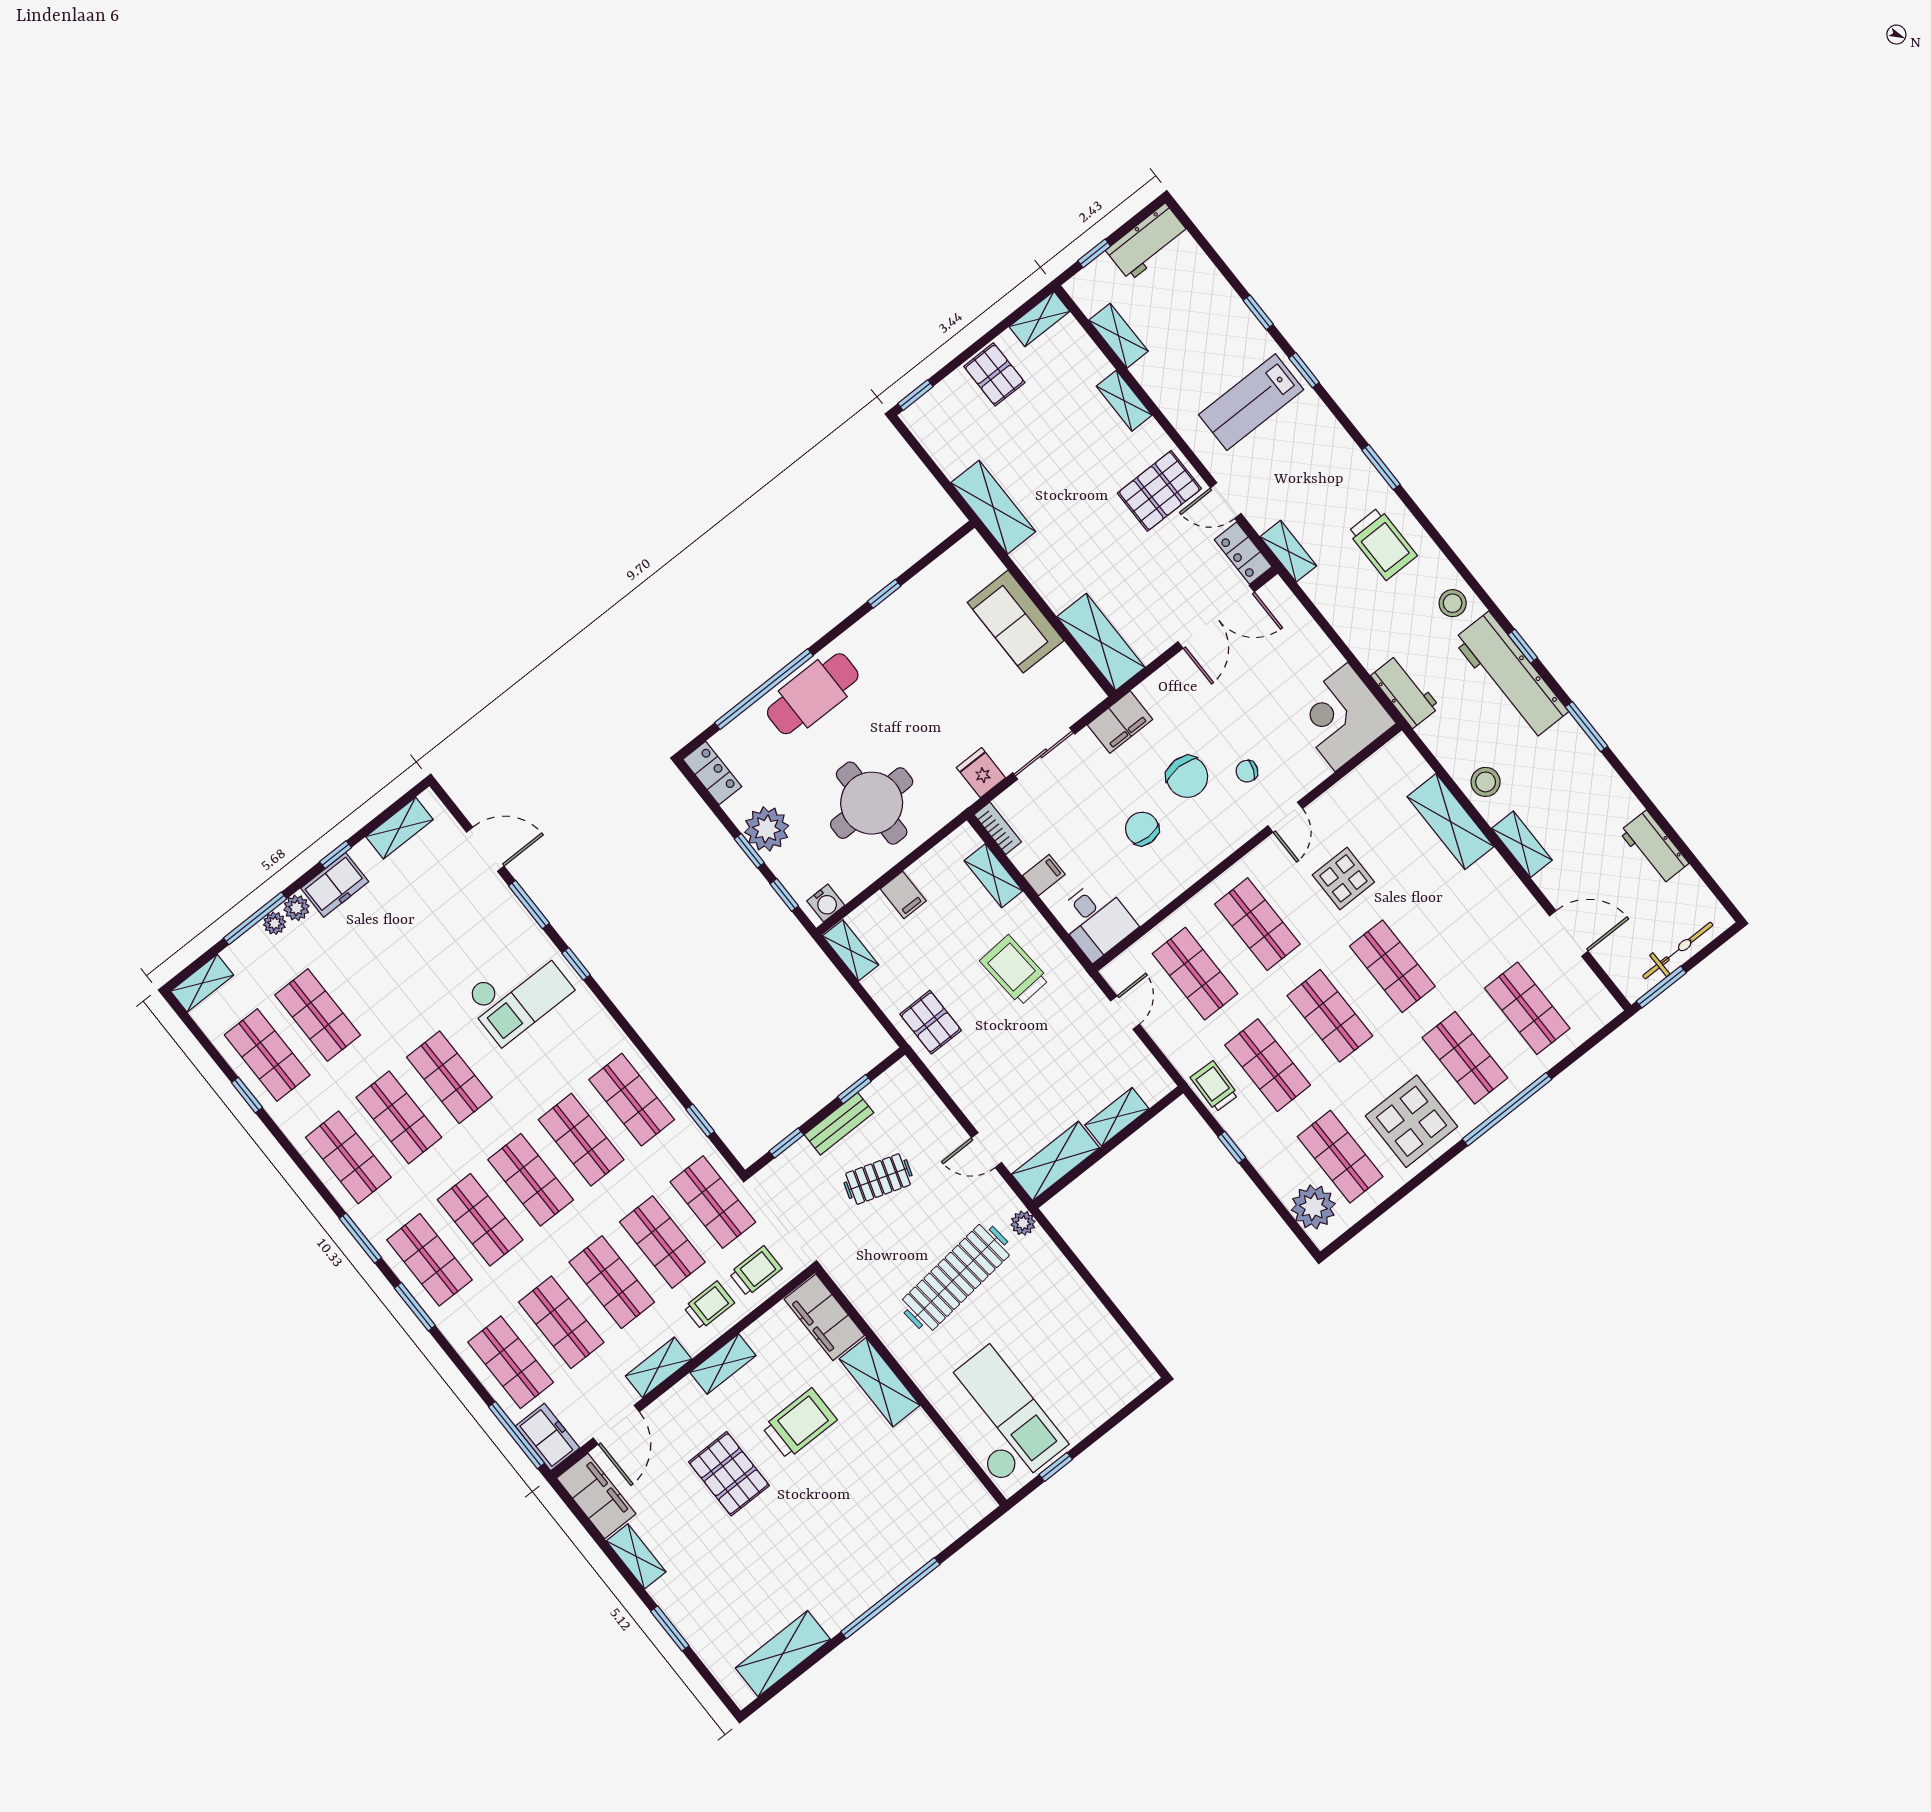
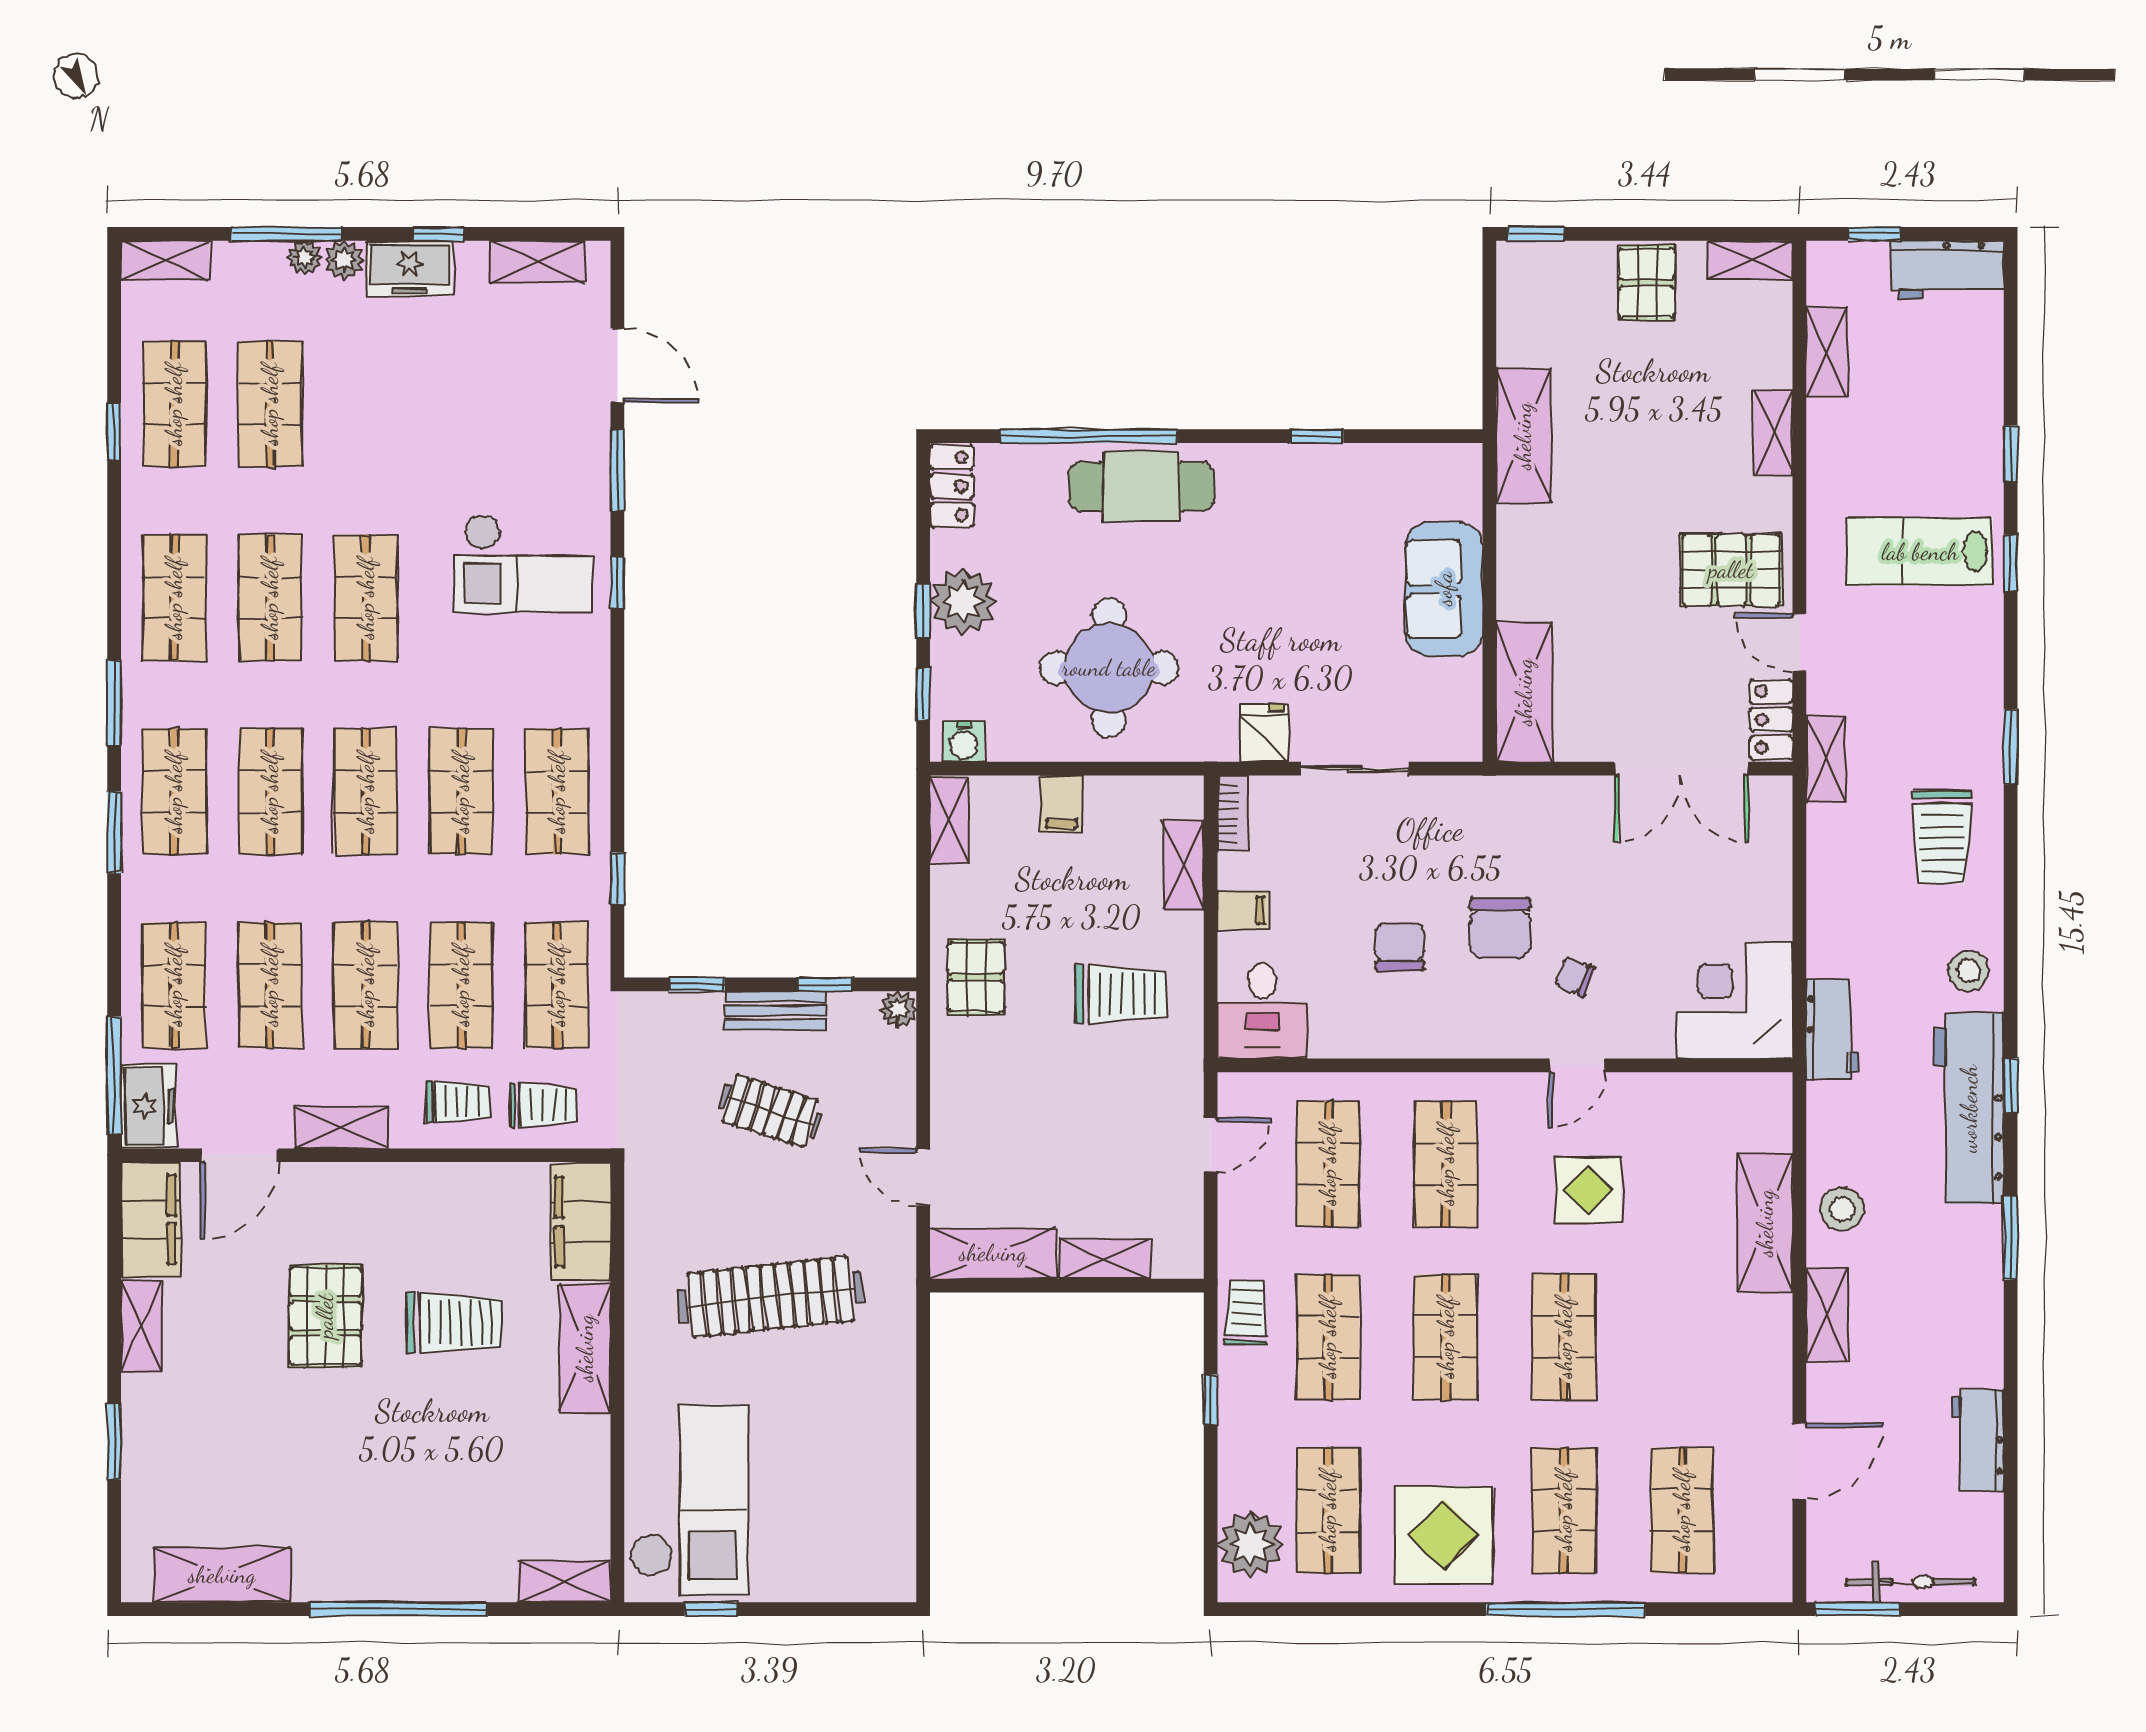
filing cabinet: (1120, 722) -> (1472, 803), removed
door: (1569, 933) -> (1799, 1462), hinge flipped
trolley: (1014, 970) -> (1121, 994), turned 94
plant: (1023, 1223) -> (898, 1009), moved
shelving: (723, 1364) -> (564, 1582), moved

